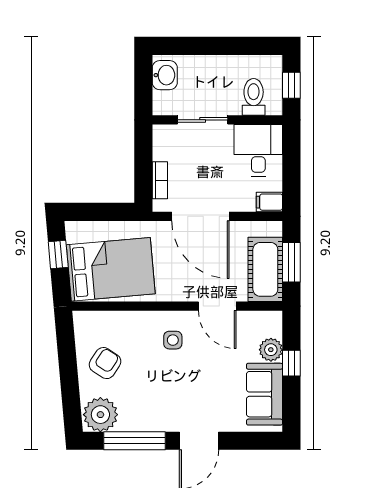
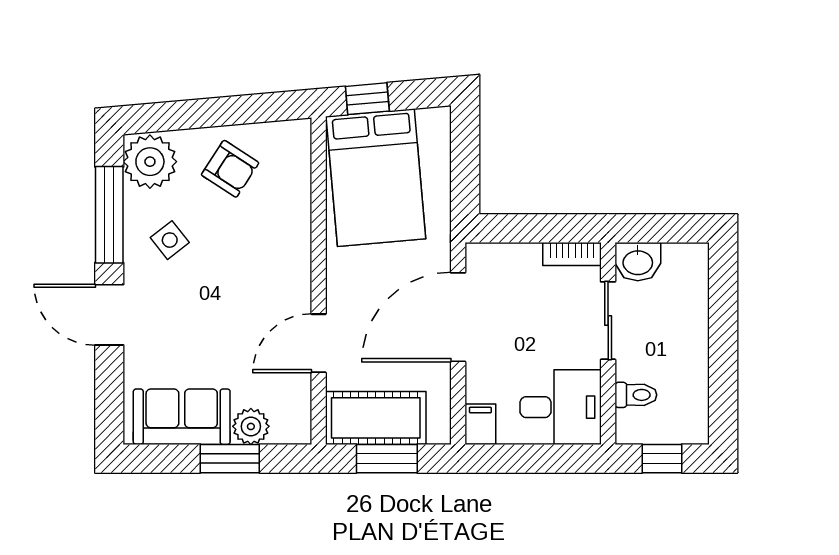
washbasin: (165, 75) -> (638, 262), moved
toilet: (254, 97) -> (636, 395), width x0.73, depth x0.72
bookcase: (160, 180) -> (572, 254), moved
window: (58, 255) -> (367, 99), moved
side table: (173, 340) -> (170, 240), moved, turned -38
window: (291, 363) -> (230, 459), width x1.50

